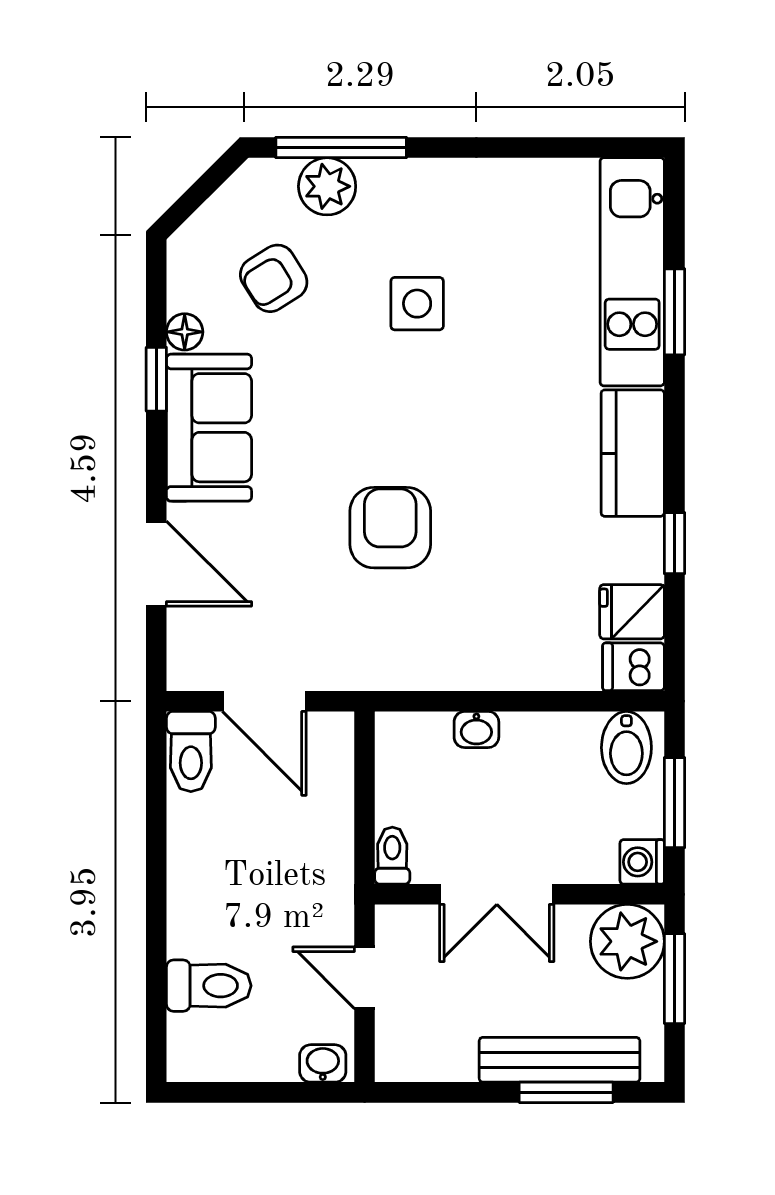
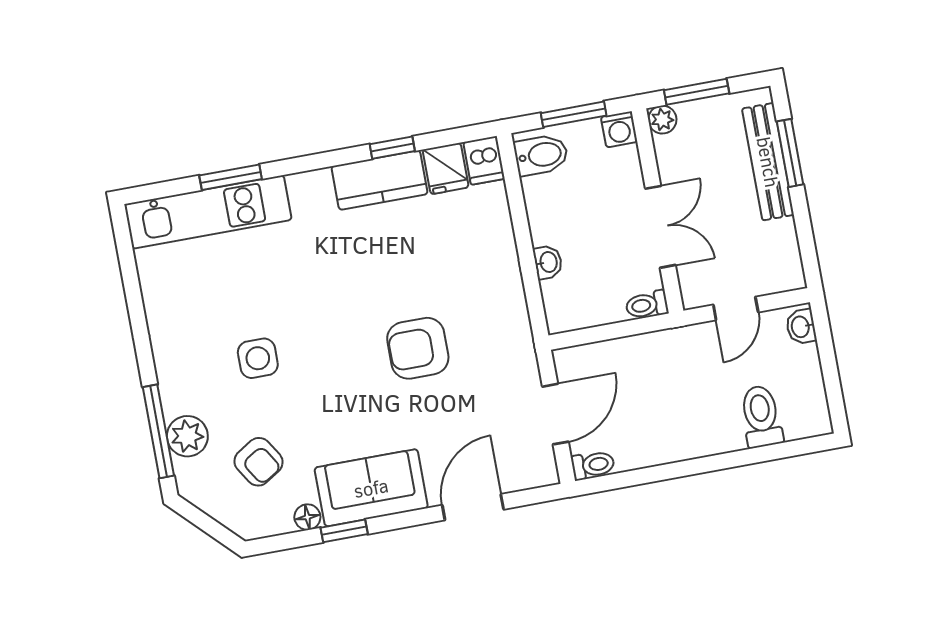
kitchen counter: (633, 453) -> (380, 180), moved
toilet: (191, 752) -> (593, 465), width x0.73, depth x0.72
plant: (627, 941) -> (662, 120), width x0.53, depth x0.53

